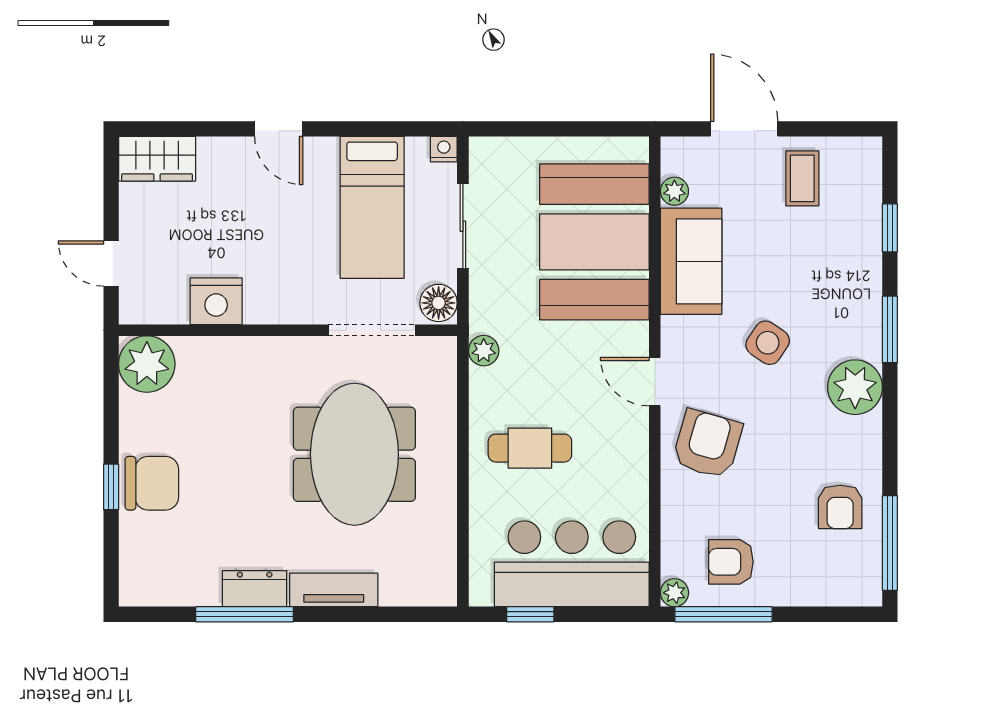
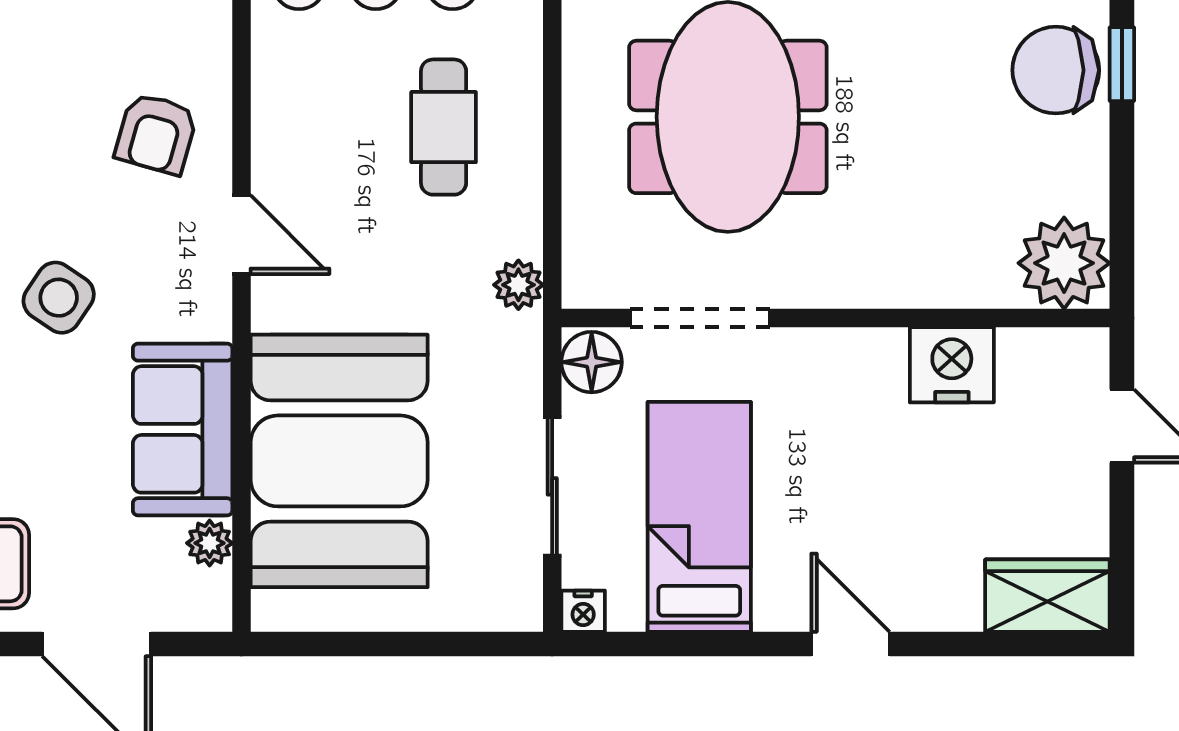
armchair: (707, 444) -> (156, 134), width x0.72, depth x0.72
cafe table: (530, 448) -> (444, 127), turned 90

